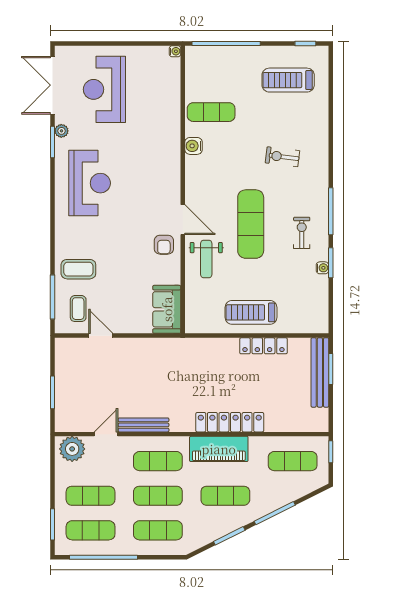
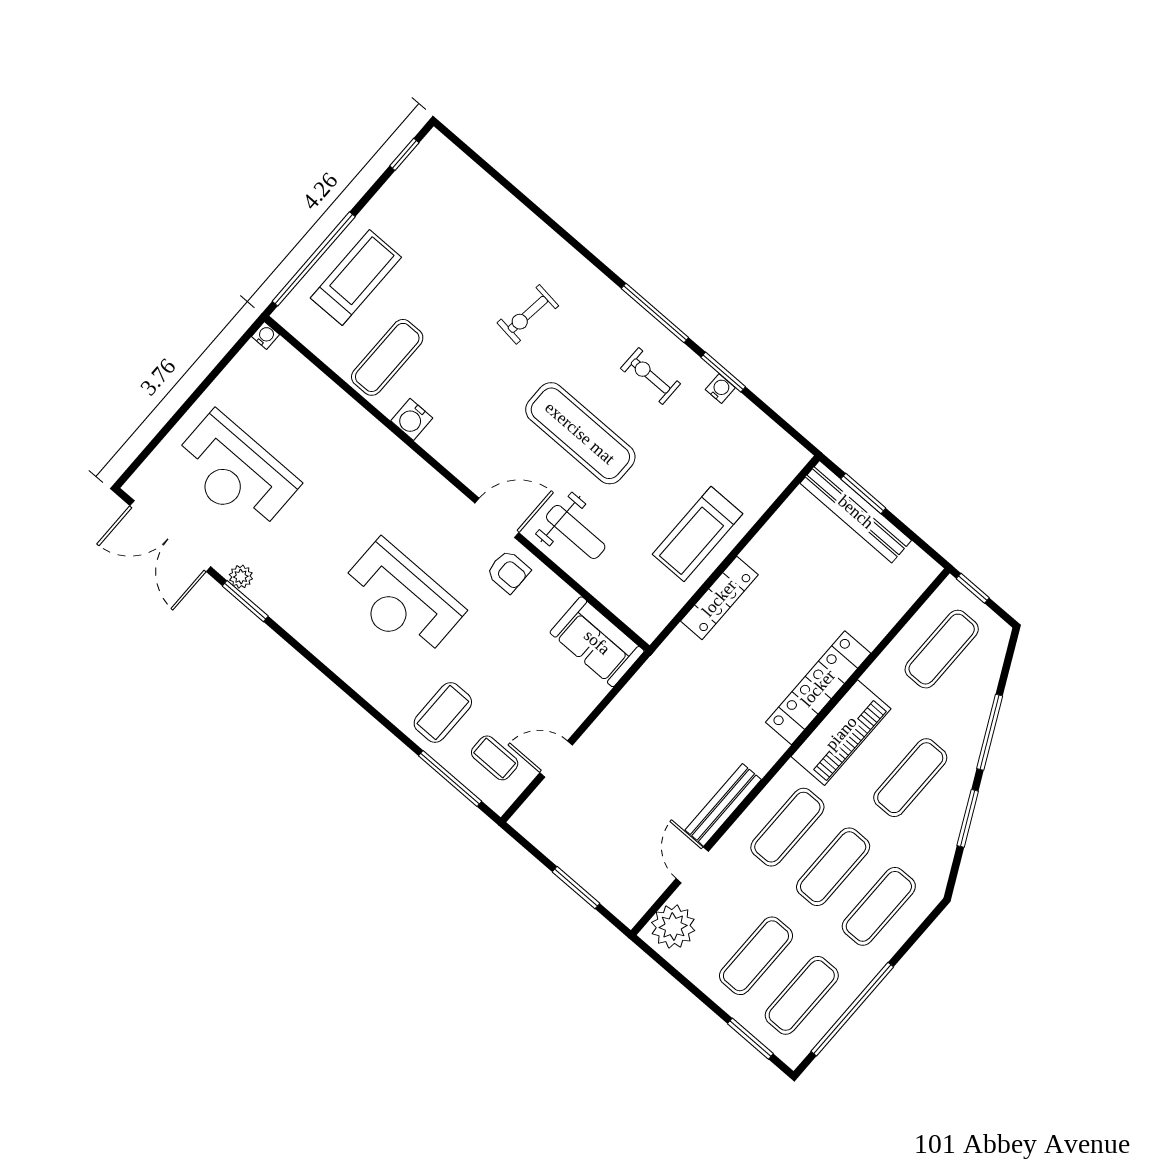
treadmill: (288, 80) -> (356, 278), moved, turned 180
reception desk: (90, 183) -> (401, 600), moved, turned 180
locker: (263, 346) -> (719, 598), moved

